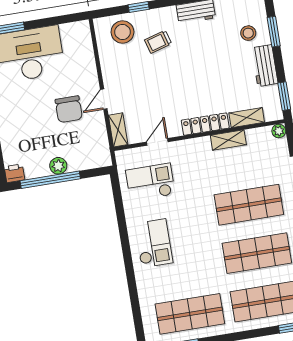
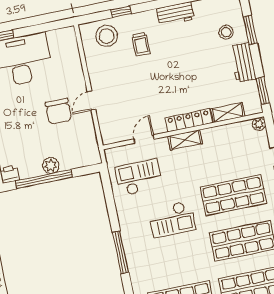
trolley: (158, 42) -> (141, 44), turned -74
shelving: (118, 130) -> (106, 129), removed
shelving: (228, 140) -> (185, 140), moved
checkout: (154, 243) -> (172, 219), moved, turned 90
window: (128, 260) -> (121, 253), added

